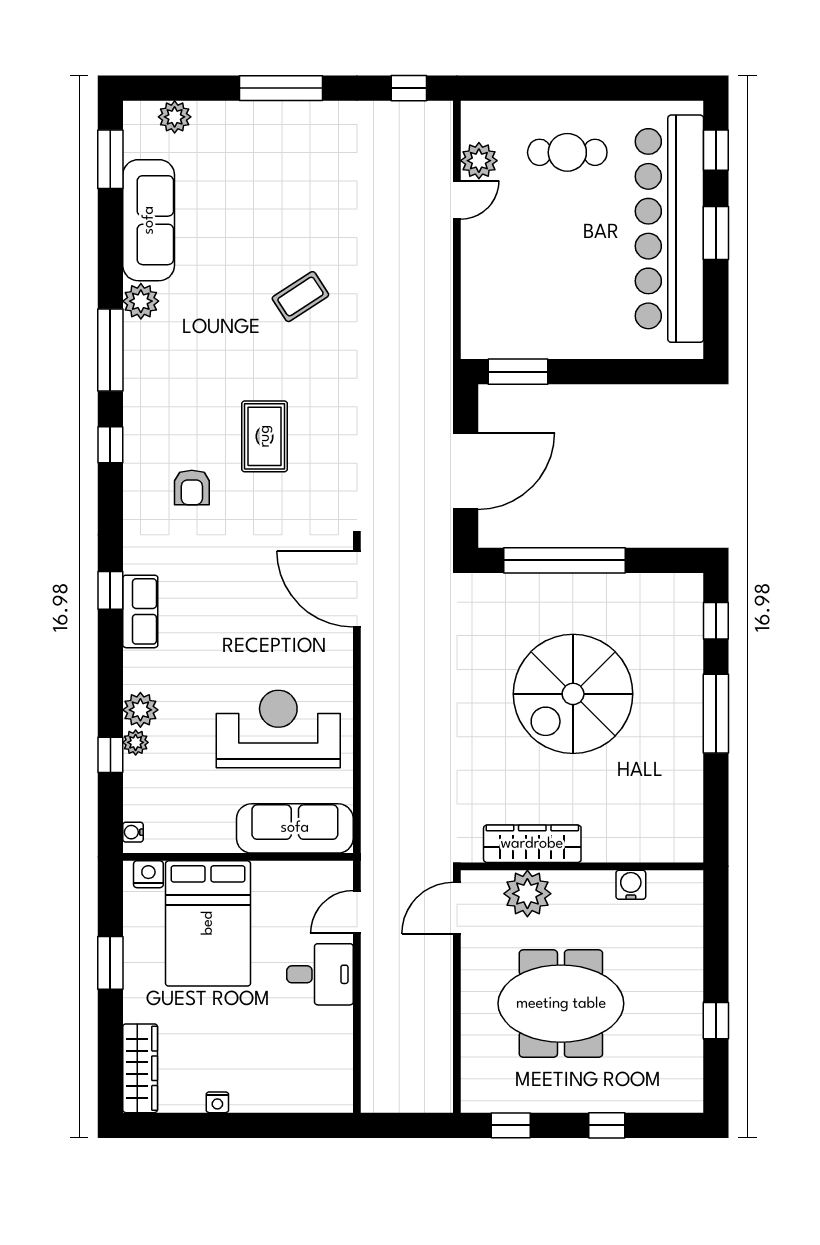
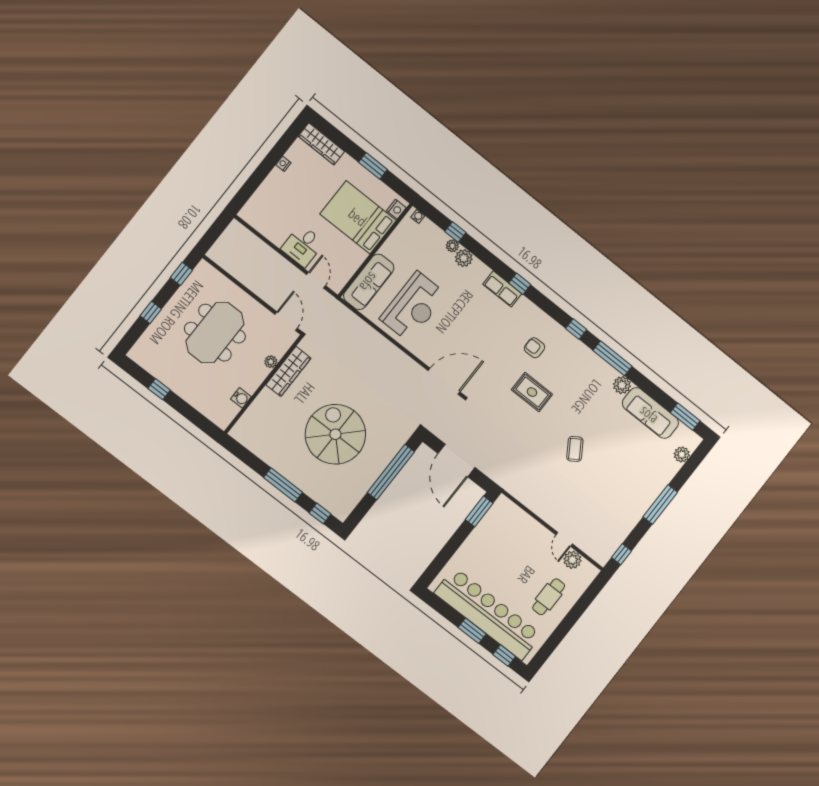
plant: (527, 894) -> (271, 362), width x0.53, depth x0.53

